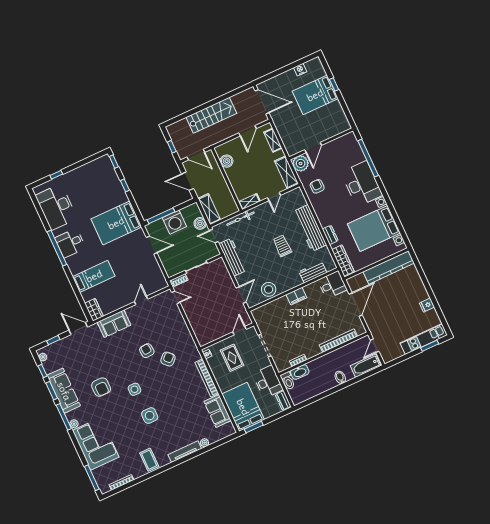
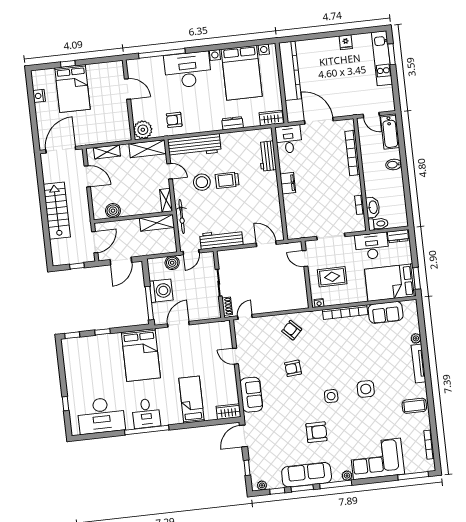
door: (313, 148) -> (127, 89), moved
shelving: (209, 209) -> (157, 223), moved
workbench: (310, 228) -> (194, 146), moved
wardrobe: (343, 261) -> (271, 118), width x0.67
stool: (269, 289) -> (202, 182), moved
armchair: (168, 359) -> (292, 330), moved

